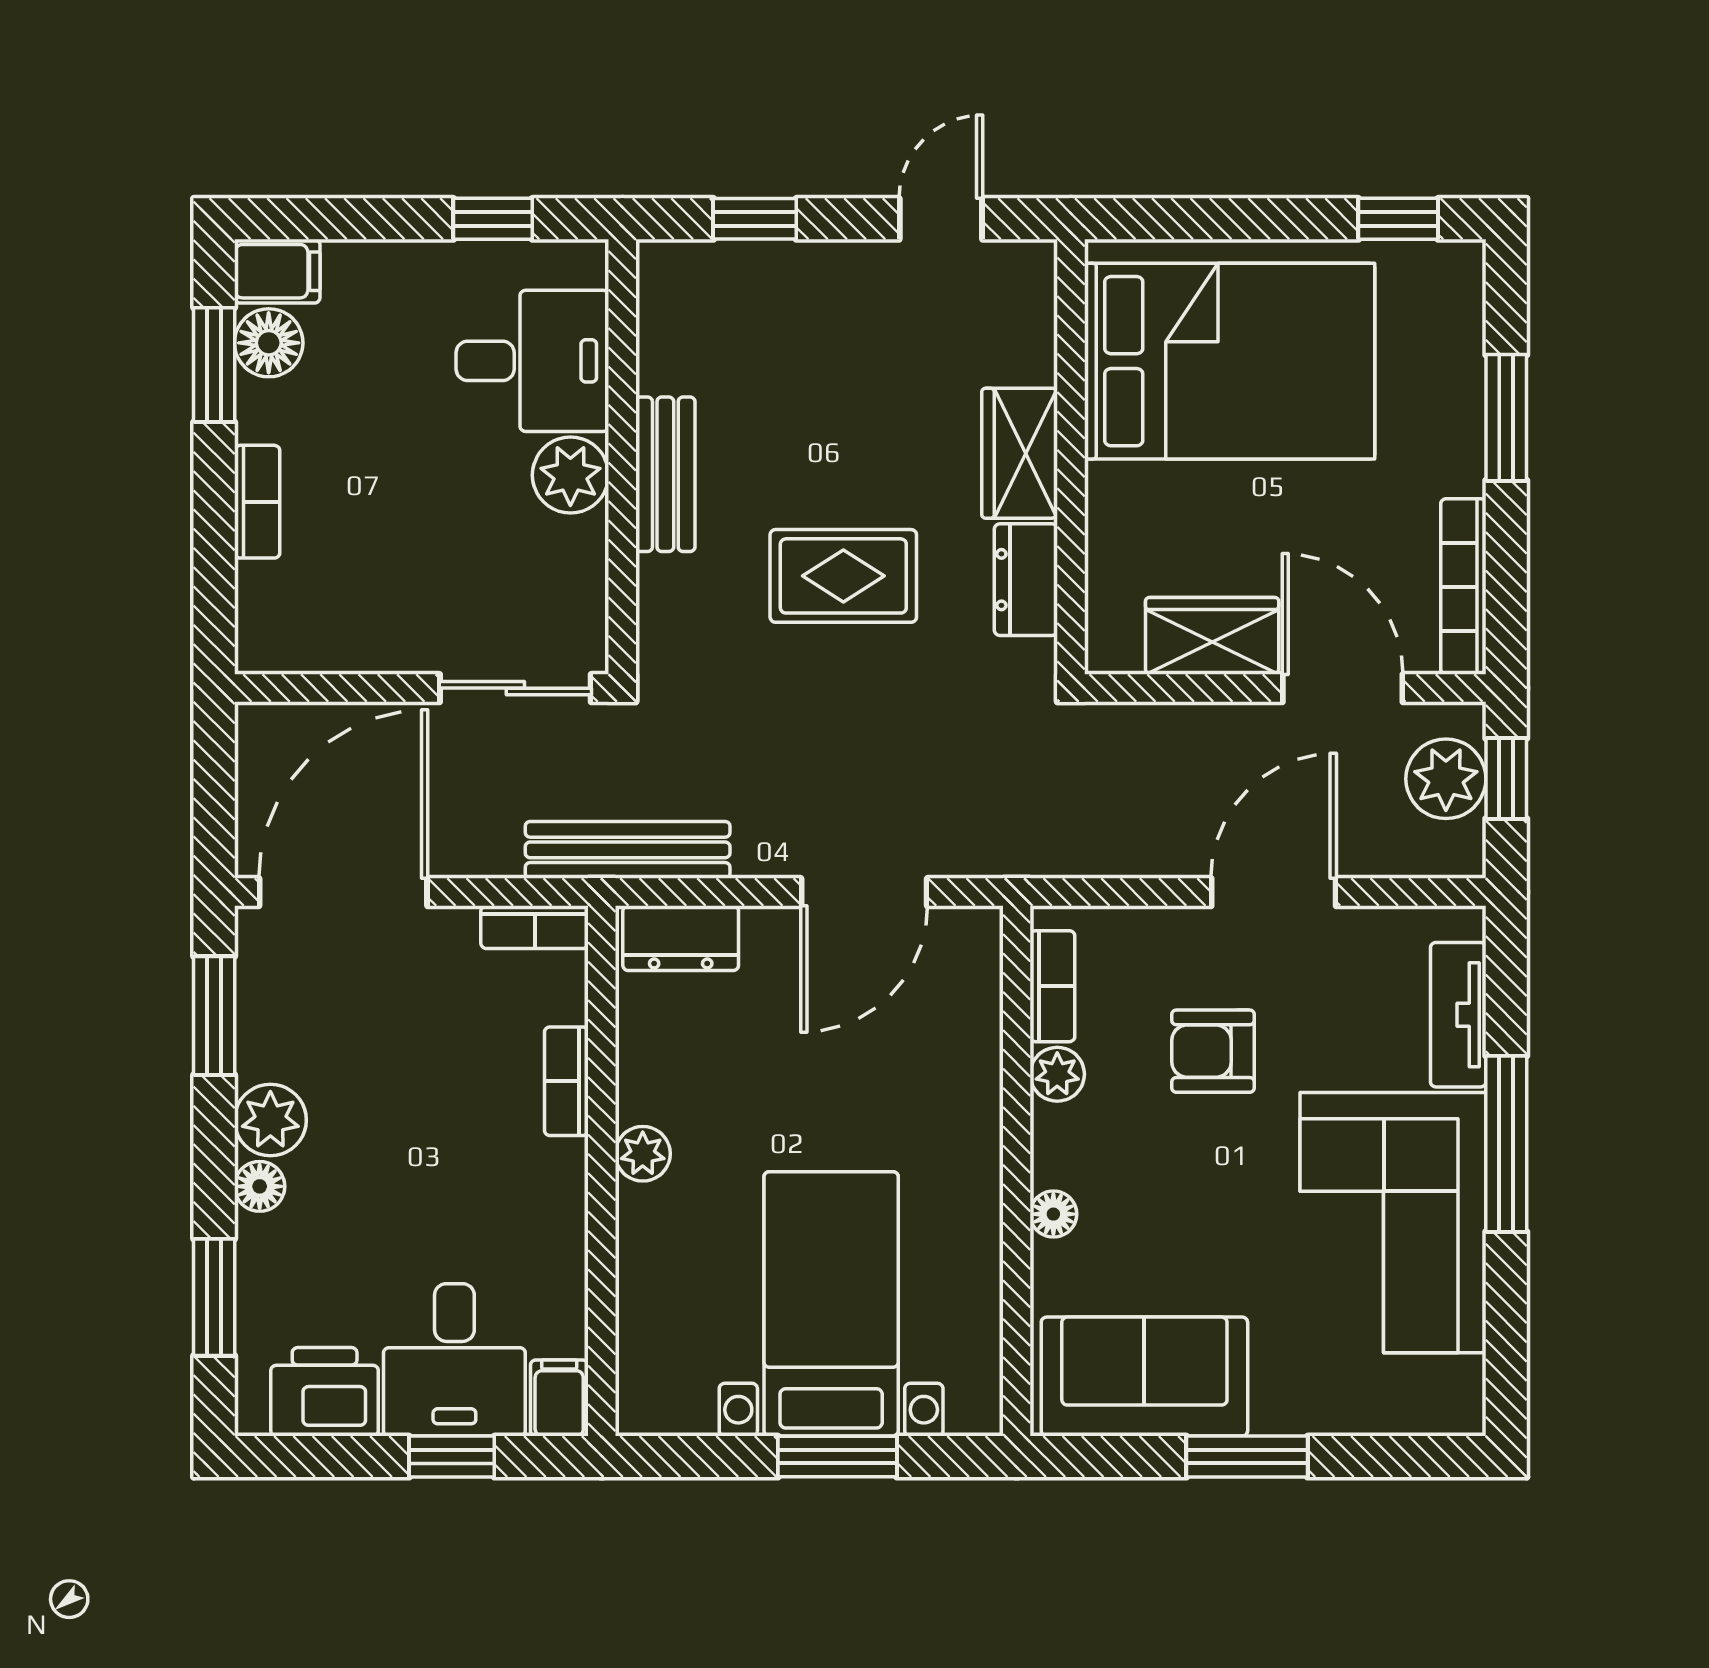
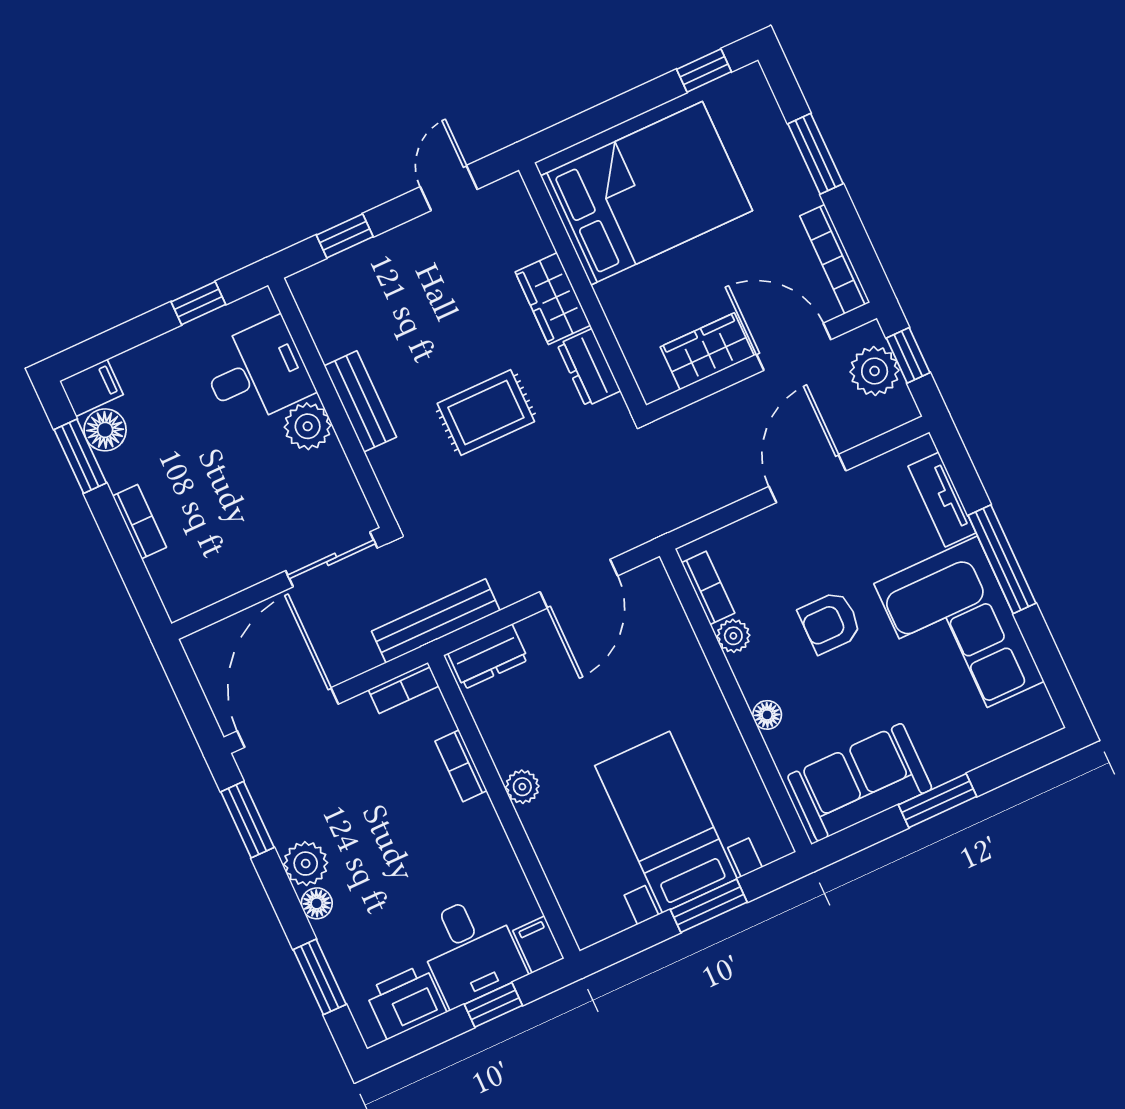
armchair: (1213, 1051) -> (830, 622), moved

